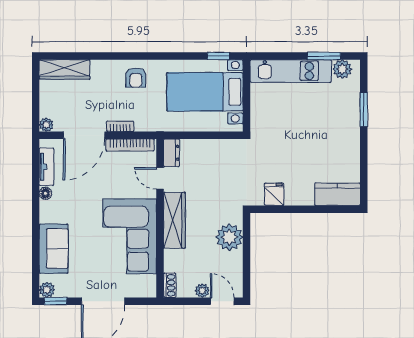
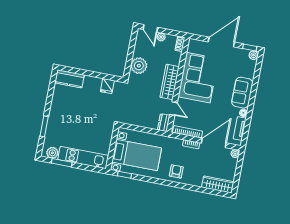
sofa: (54, 249) -> (242, 93), moved

